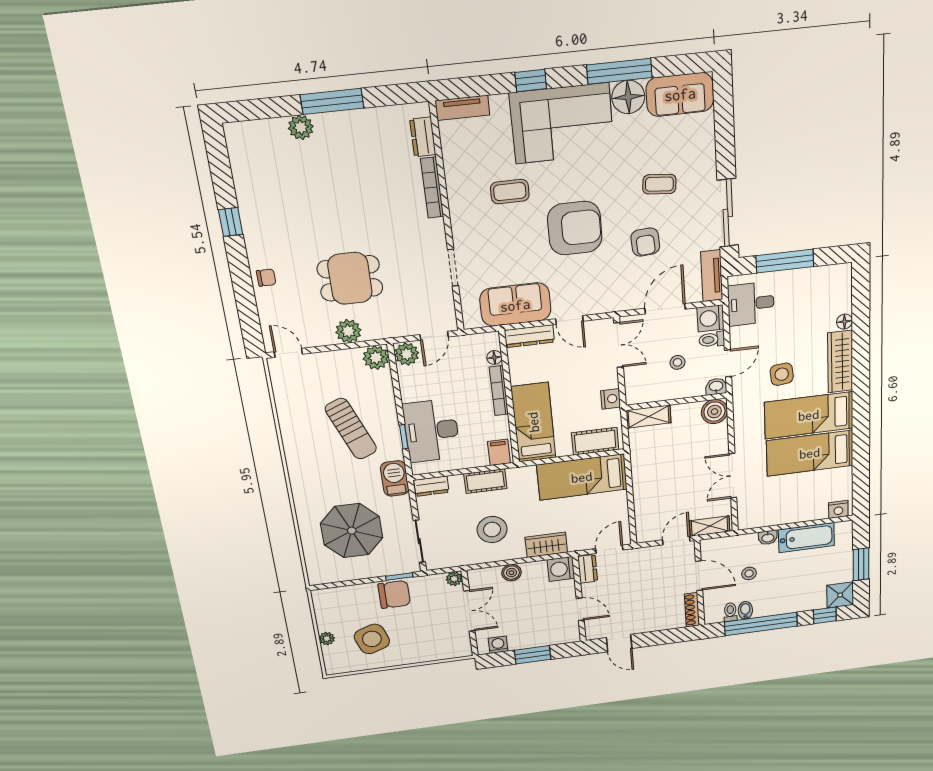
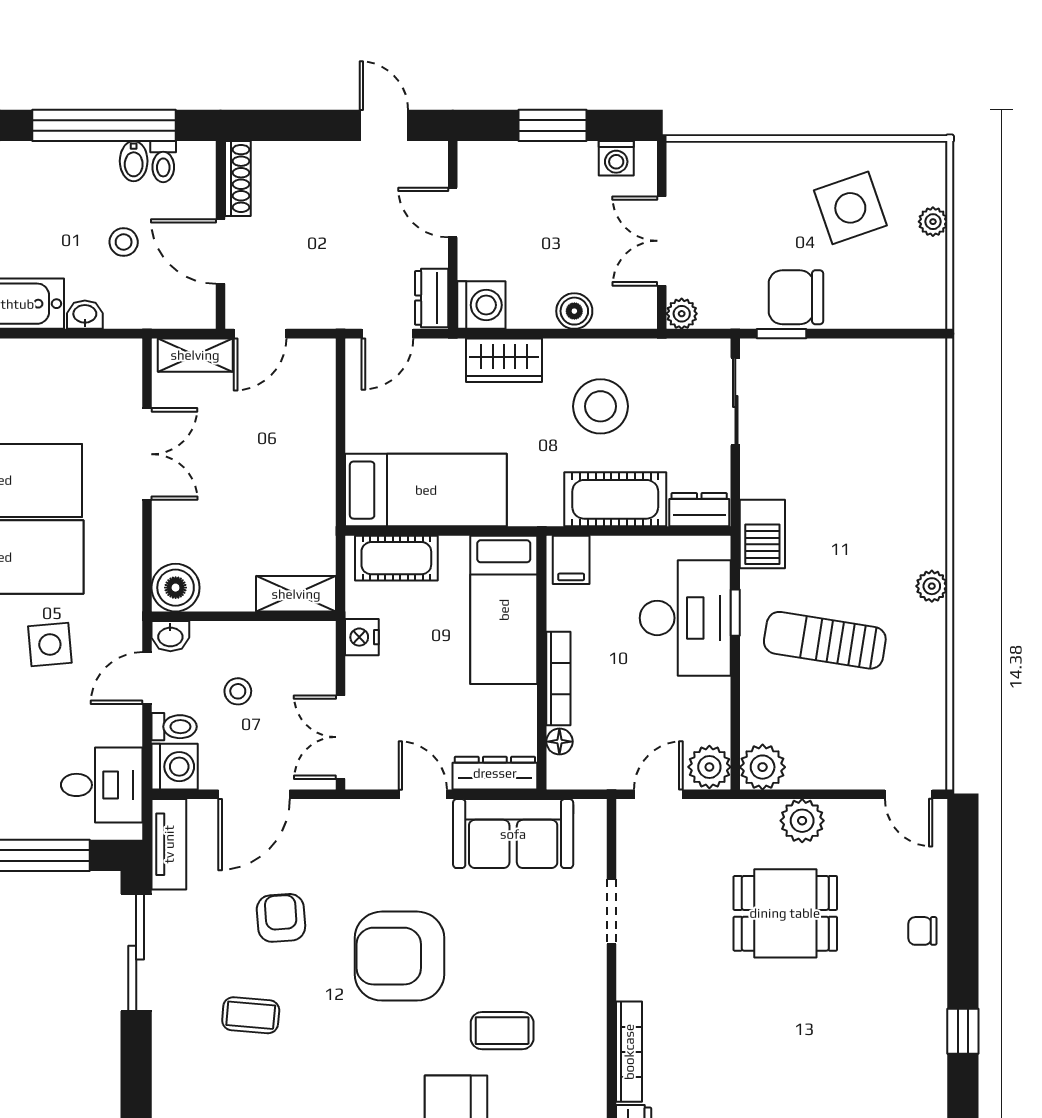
sun lounger: (351, 429) -> (825, 640), turned -59
plant: (295, 464) -> (932, 586), added
cot: (485, 481) -> (615, 499), width x1.37, depth x1.34
parasol: (352, 531) -> (853, 441), removed

